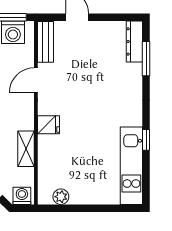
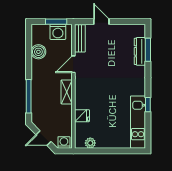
dresser: (134, 42) -> (140, 51), moved
fridge: (49, 125) -> (82, 116), moved
shelving: (26, 149) -> (67, 92), moved

